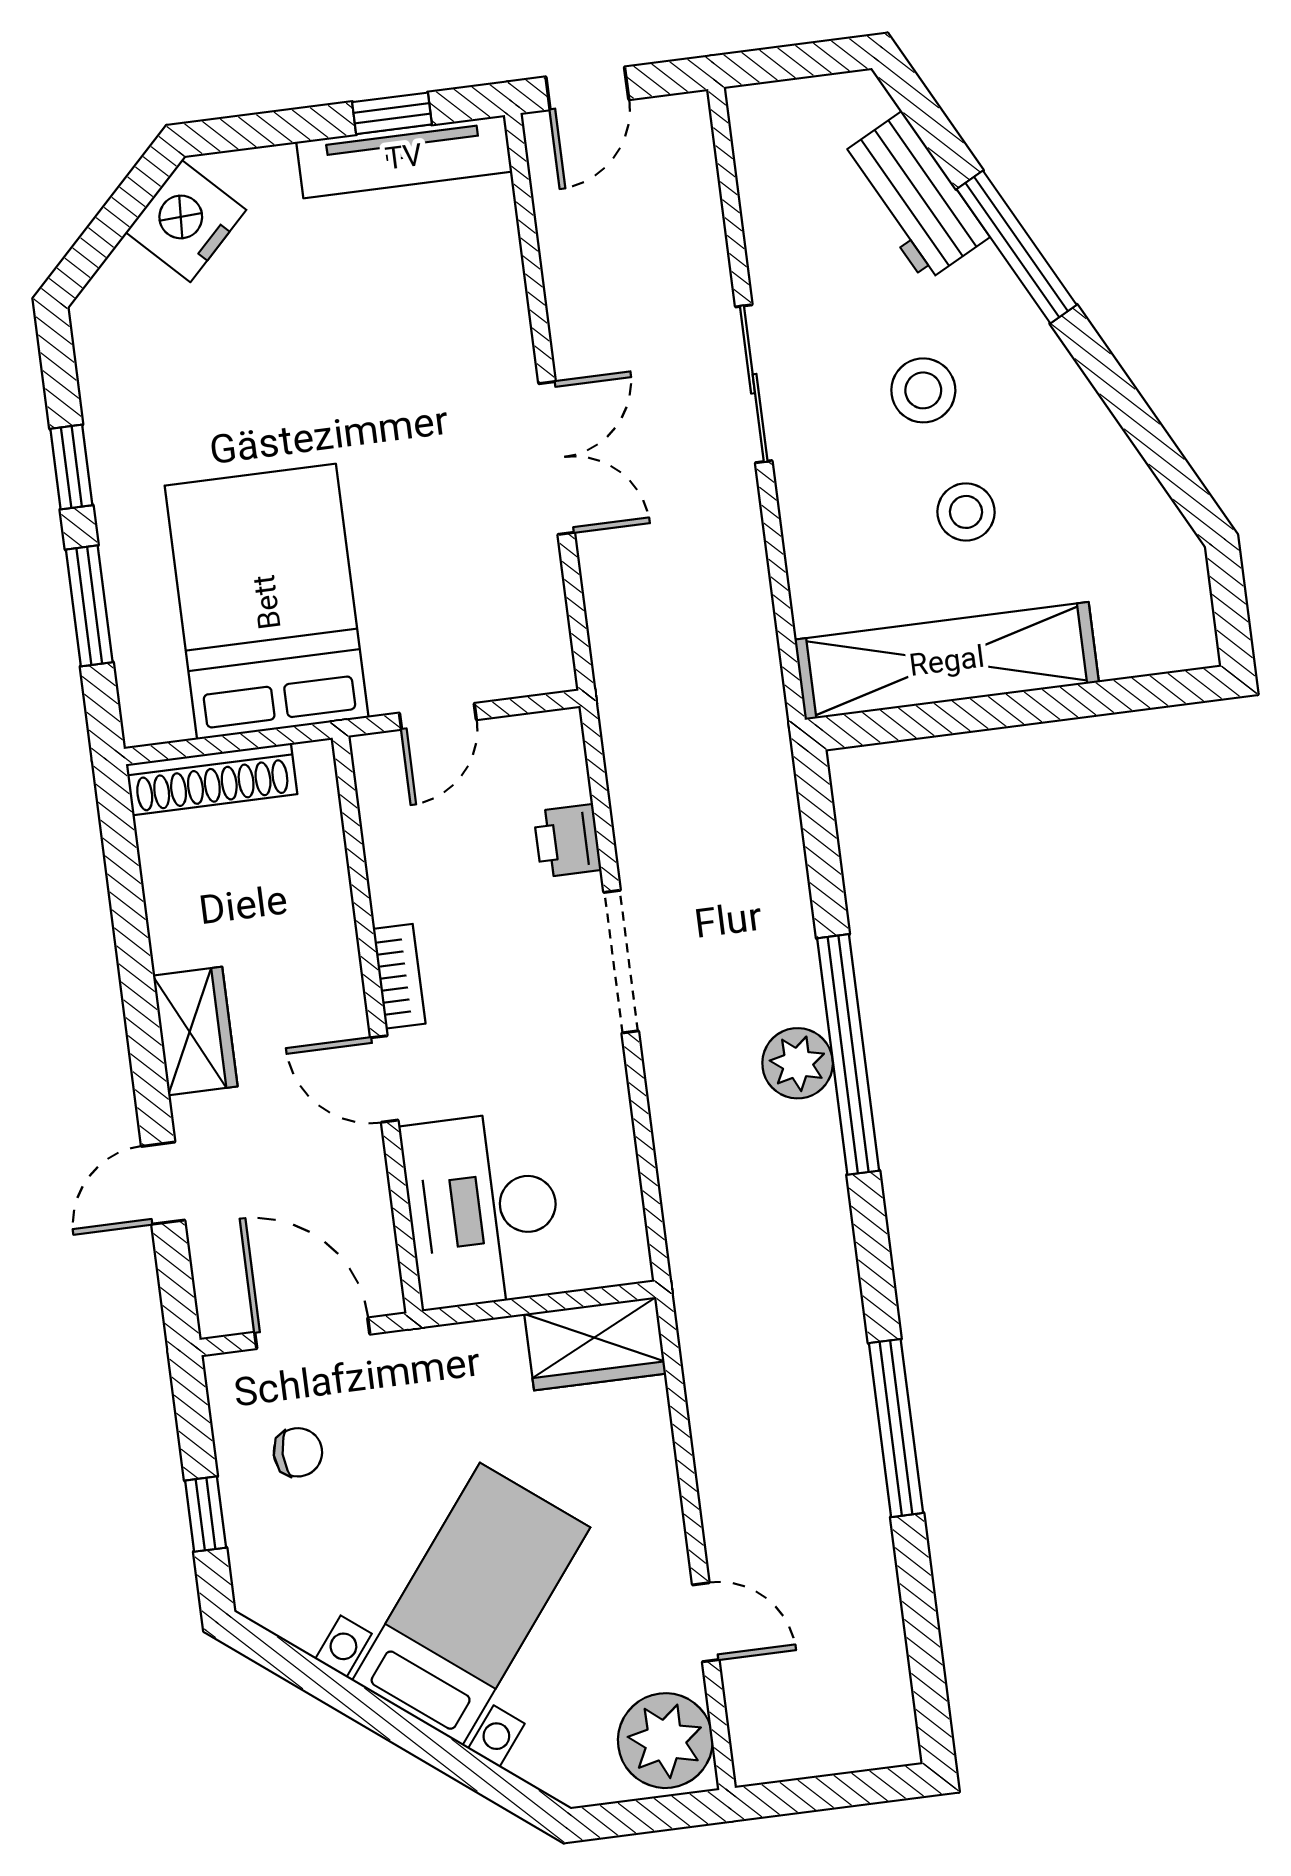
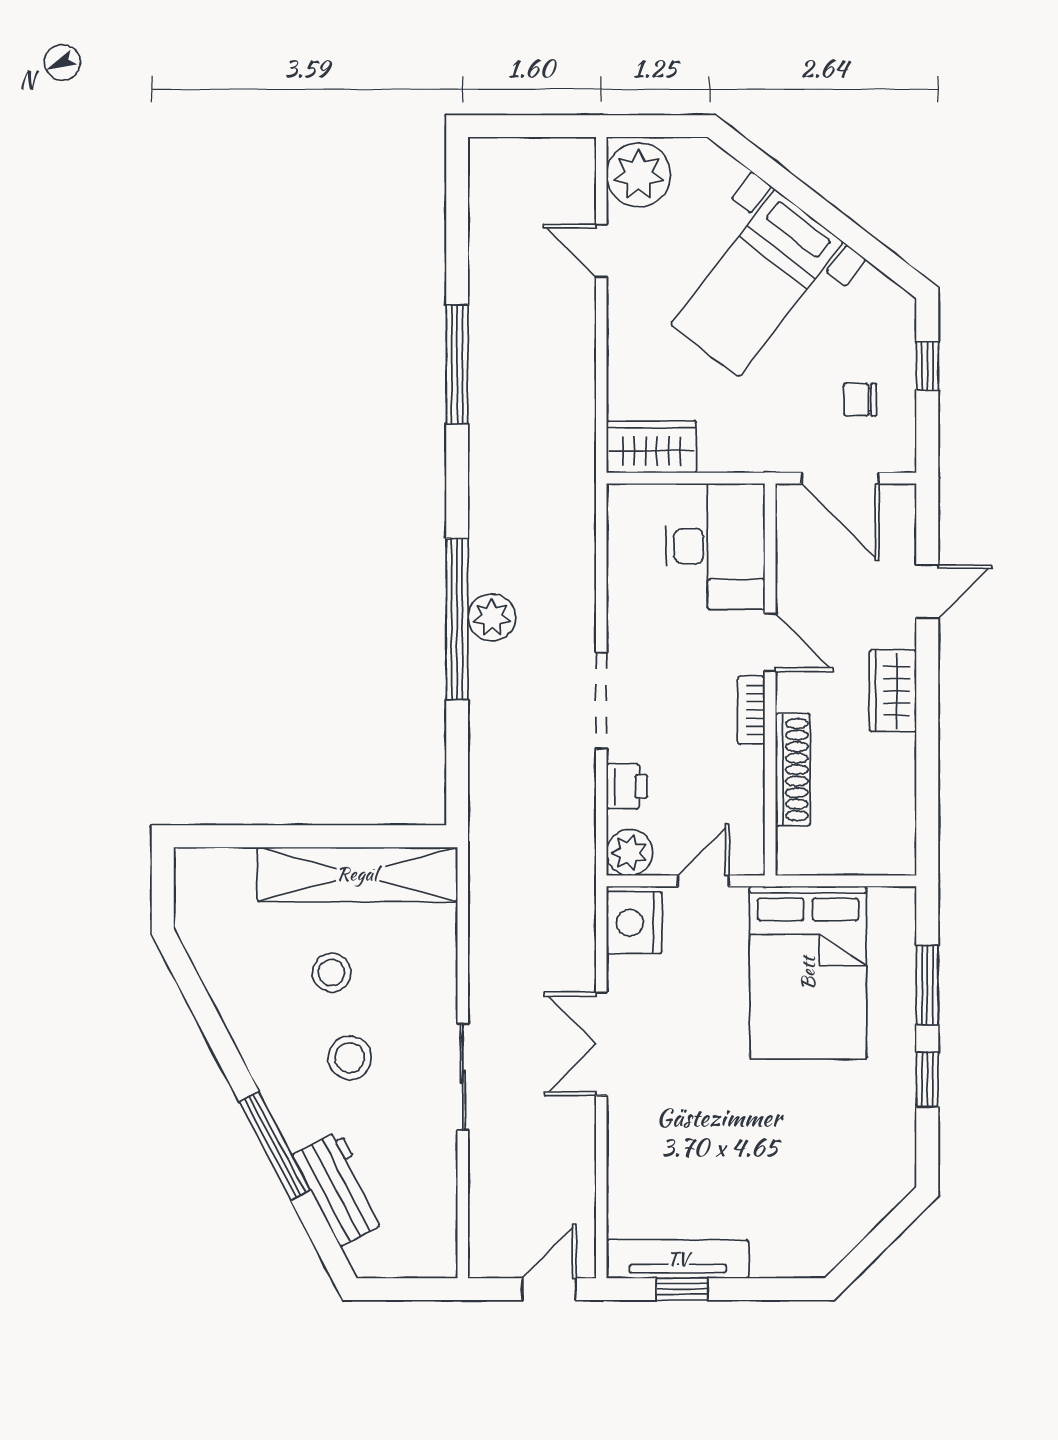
nightstand: (186, 221) -> (634, 923), moved, turned 135
plant: (551, 744) -> (630, 852), added
shoe rack: (212, 779) -> (793, 770), moved, turned 90

